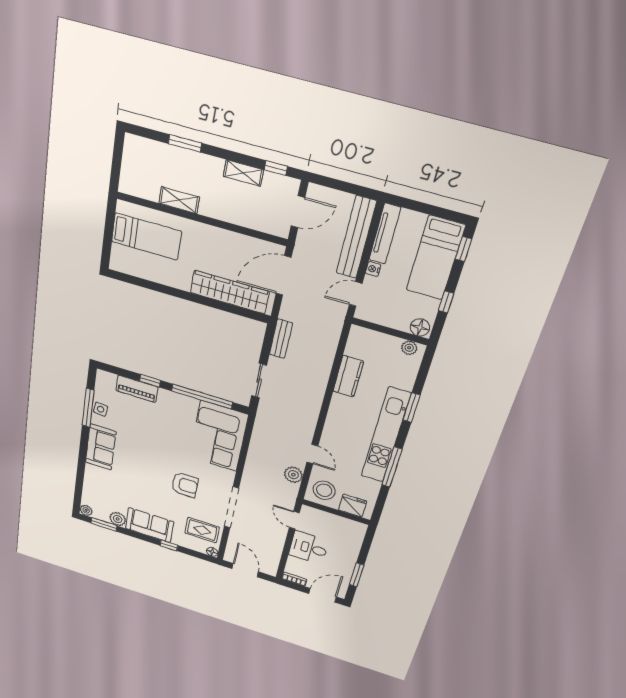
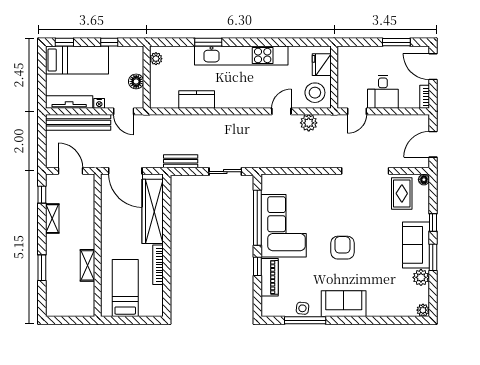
bookcase: (167, 280) -> (158, 265), added
floor lamp: (420, 327) -> (136, 81), moved
corner sofa: (219, 436) -> (284, 226), moved, turned -90
window: (392, 467) -> (270, 42), removed
armchair: (185, 485) -> (343, 248), moved
window: (104, 524) -> (433, 257), moved

